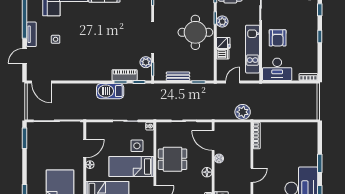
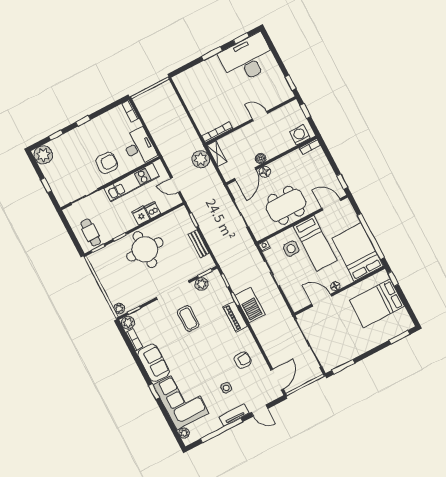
plant: (222, 22) -> (120, 228), removed
coffee table: (125, 38) -> (188, 318), added
armchair: (70, 63) -> (243, 360), added
piano: (125, 75) -> (235, 316), moved
shelving: (240, 127) -> (217, 154), added
dining table: (173, 159) -> (286, 205), width x1.38
floor lamp: (207, 172) -> (265, 172), moved

